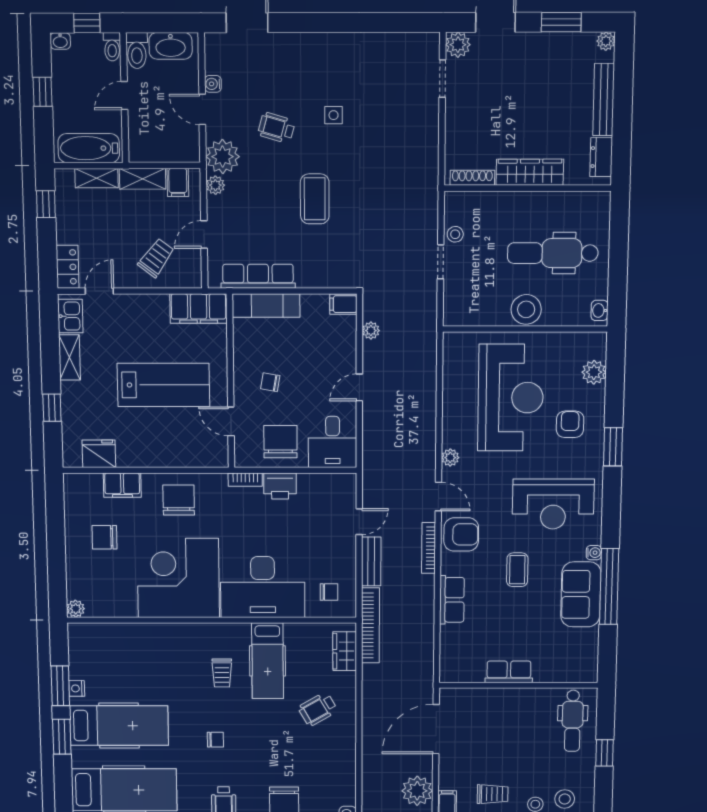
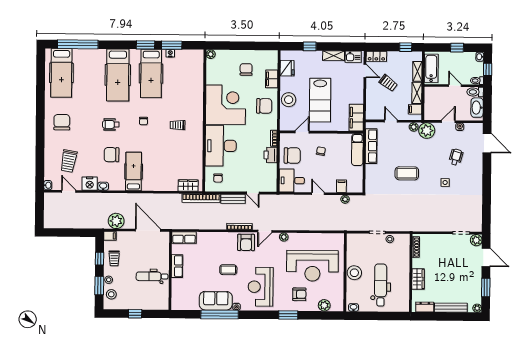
wheelchair: (276, 128) -> (456, 157), moved
wardrobe: (530, 172) -> (418, 279), width x0.67
trolley: (156, 258) -> (388, 83), moved
filing cabinet: (343, 304) -> (341, 186), moved
stool: (164, 450) -> (289, 100), added
row of seats: (452, 600) -> (184, 238), moved
hospital bed: (268, 661) -> (134, 171), moved, turned 90
wheelchair: (318, 709) -> (159, 172), removed
dental chair: (573, 721) -> (152, 276), moved

